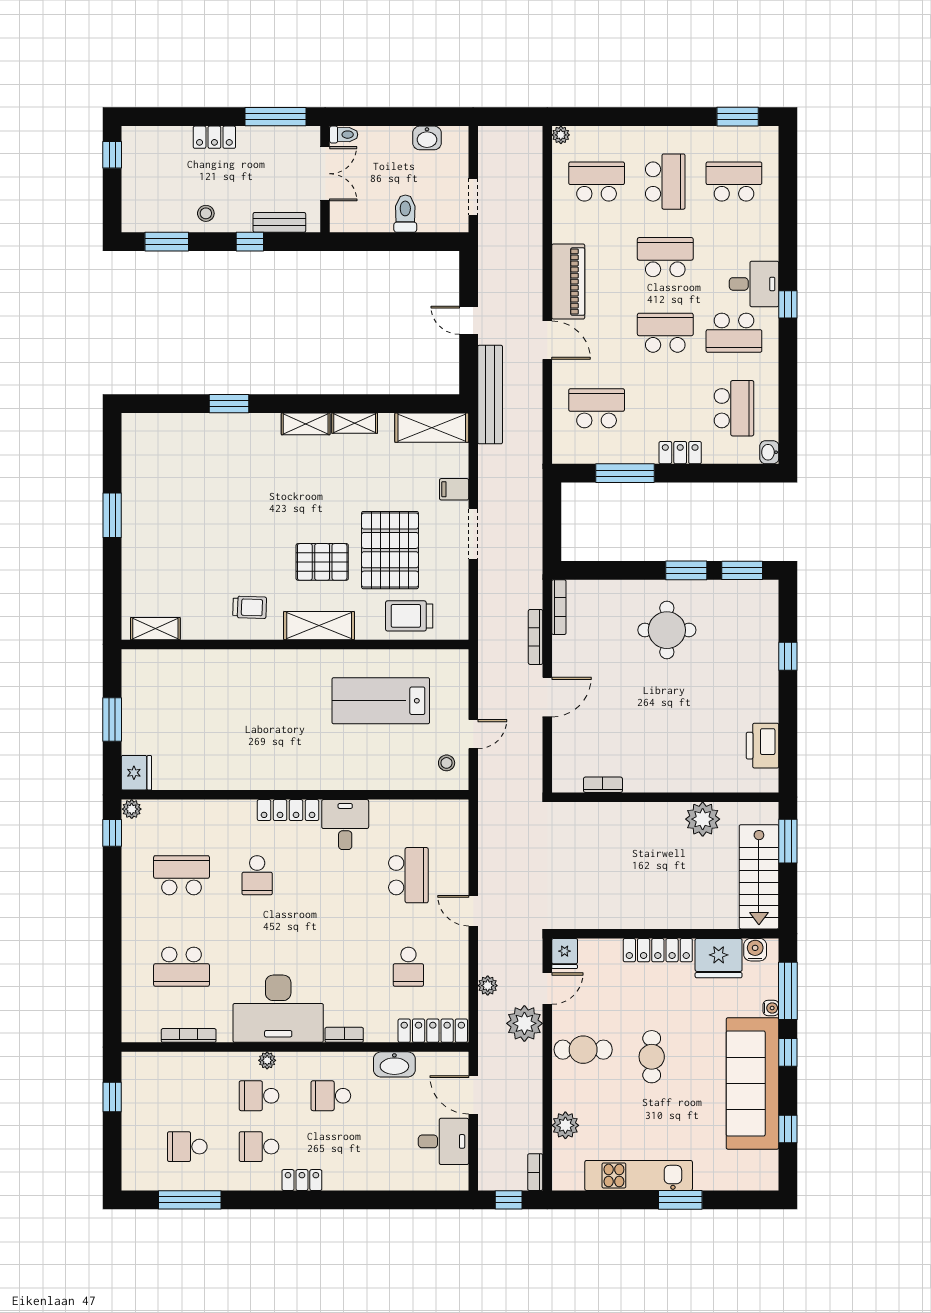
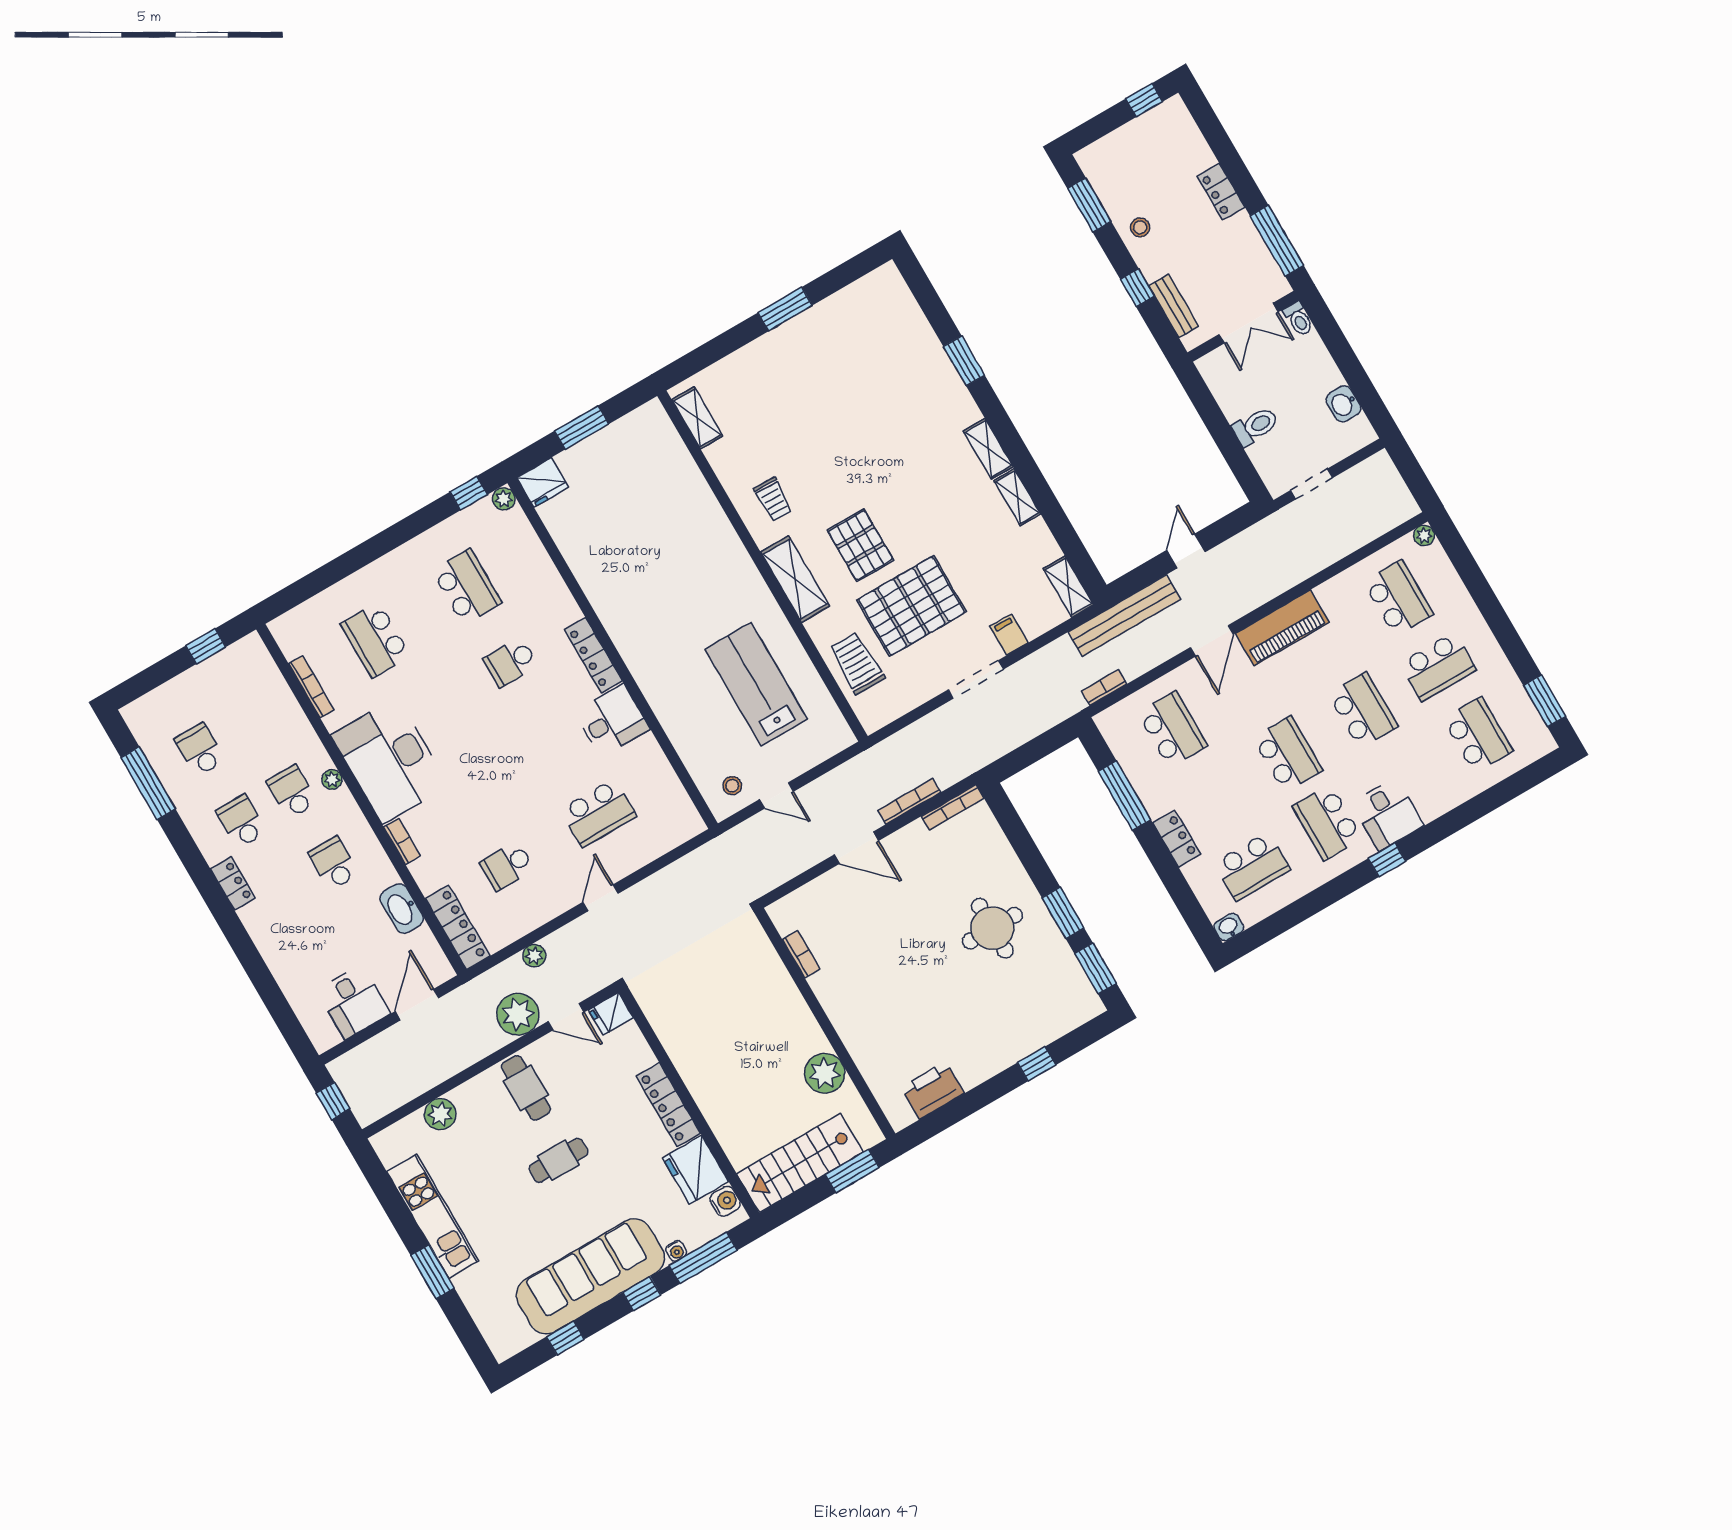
shelving: (432, 428) -> (1068, 587), width x0.67, depth x0.75
bookcase: (535, 1172) -> (1104, 687), moved

